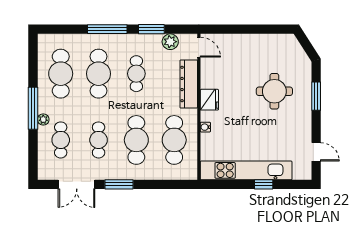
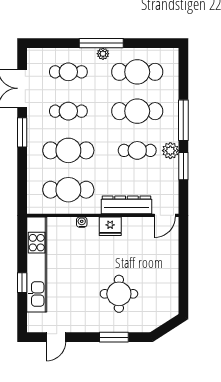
plant: (170, 42) -> (170, 151), moved
plant: (43, 120) -> (103, 54), moved

